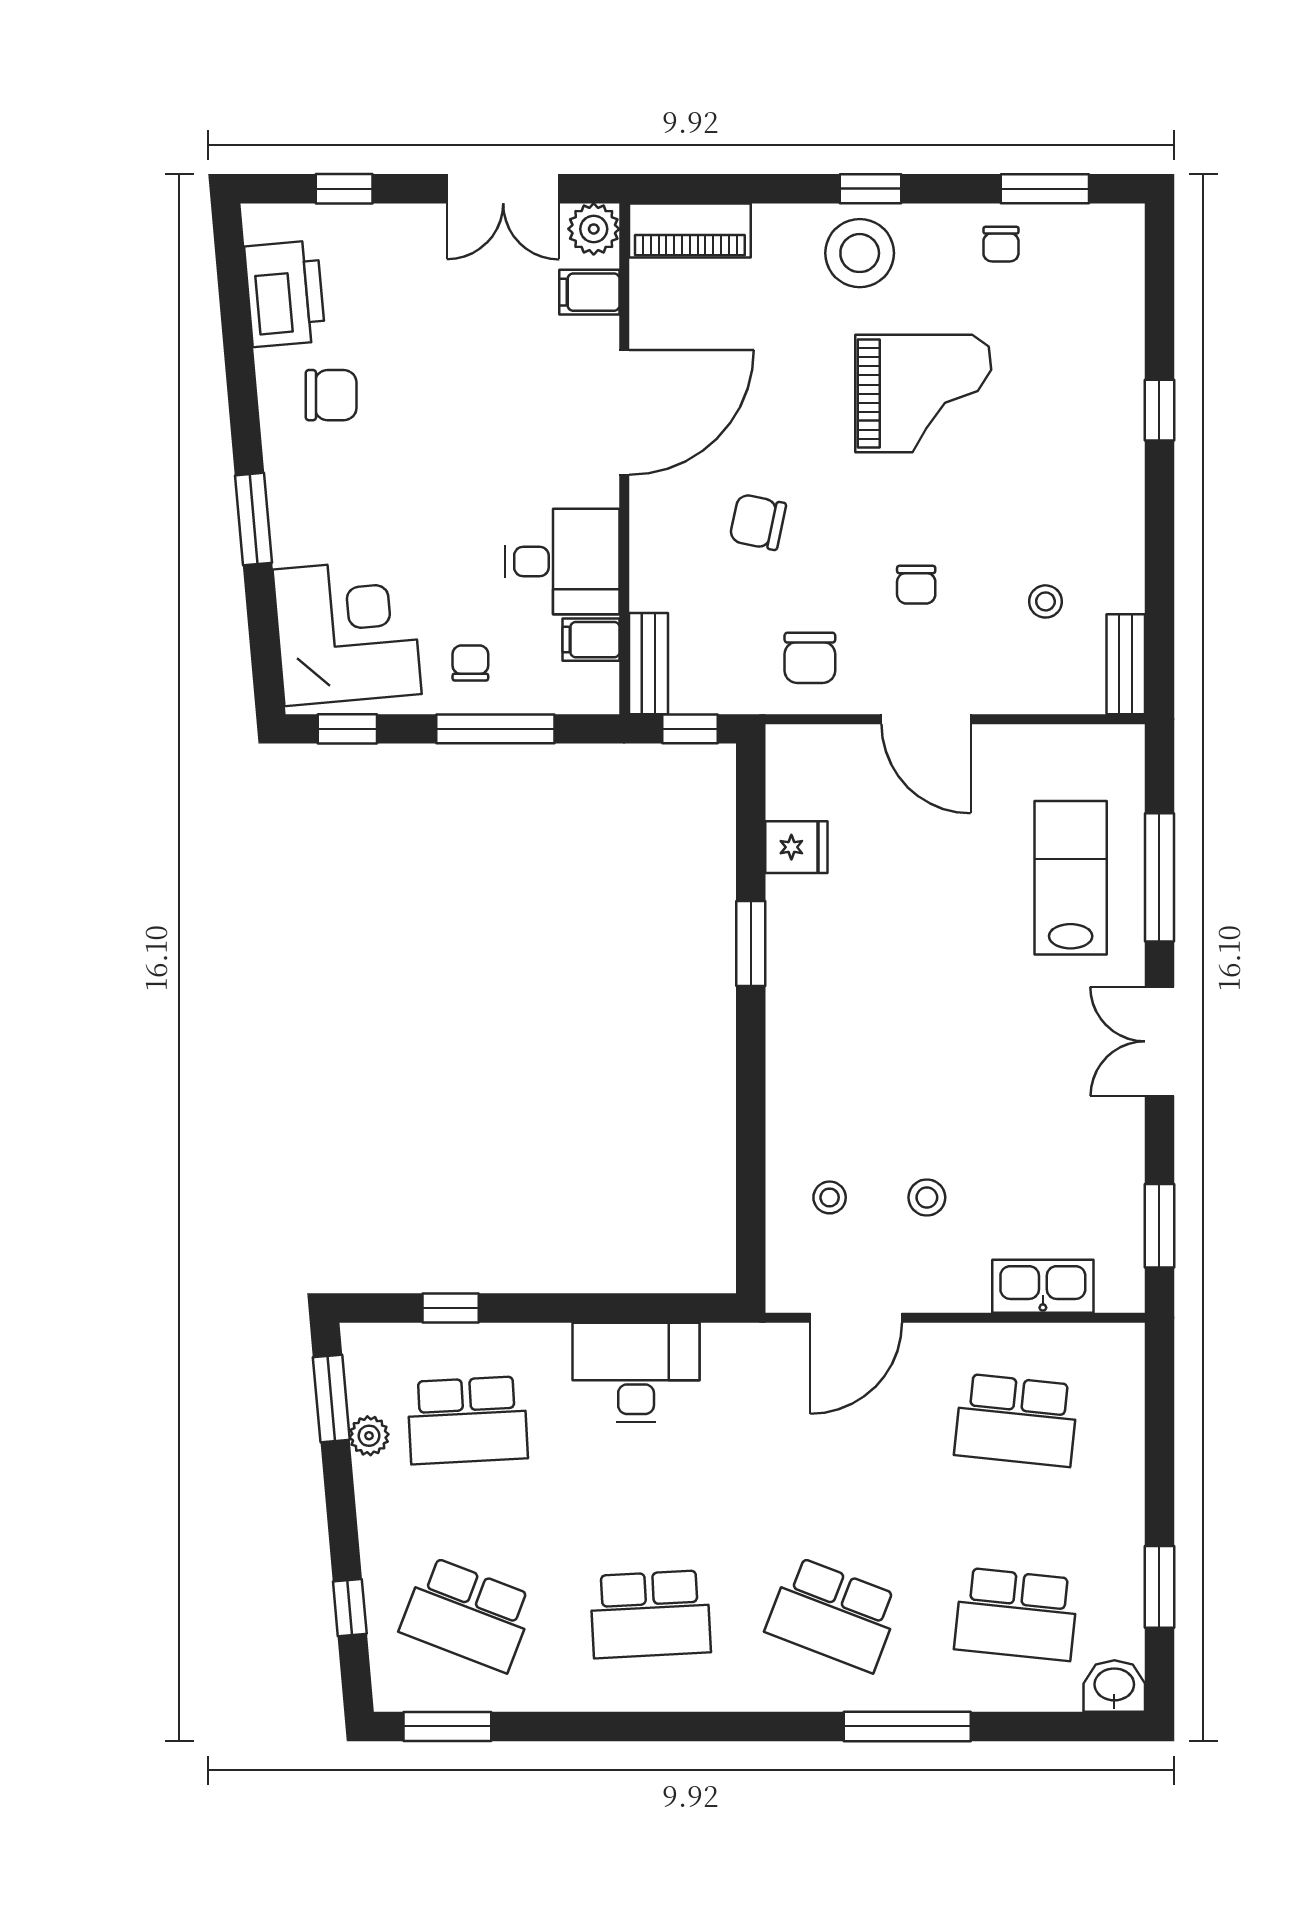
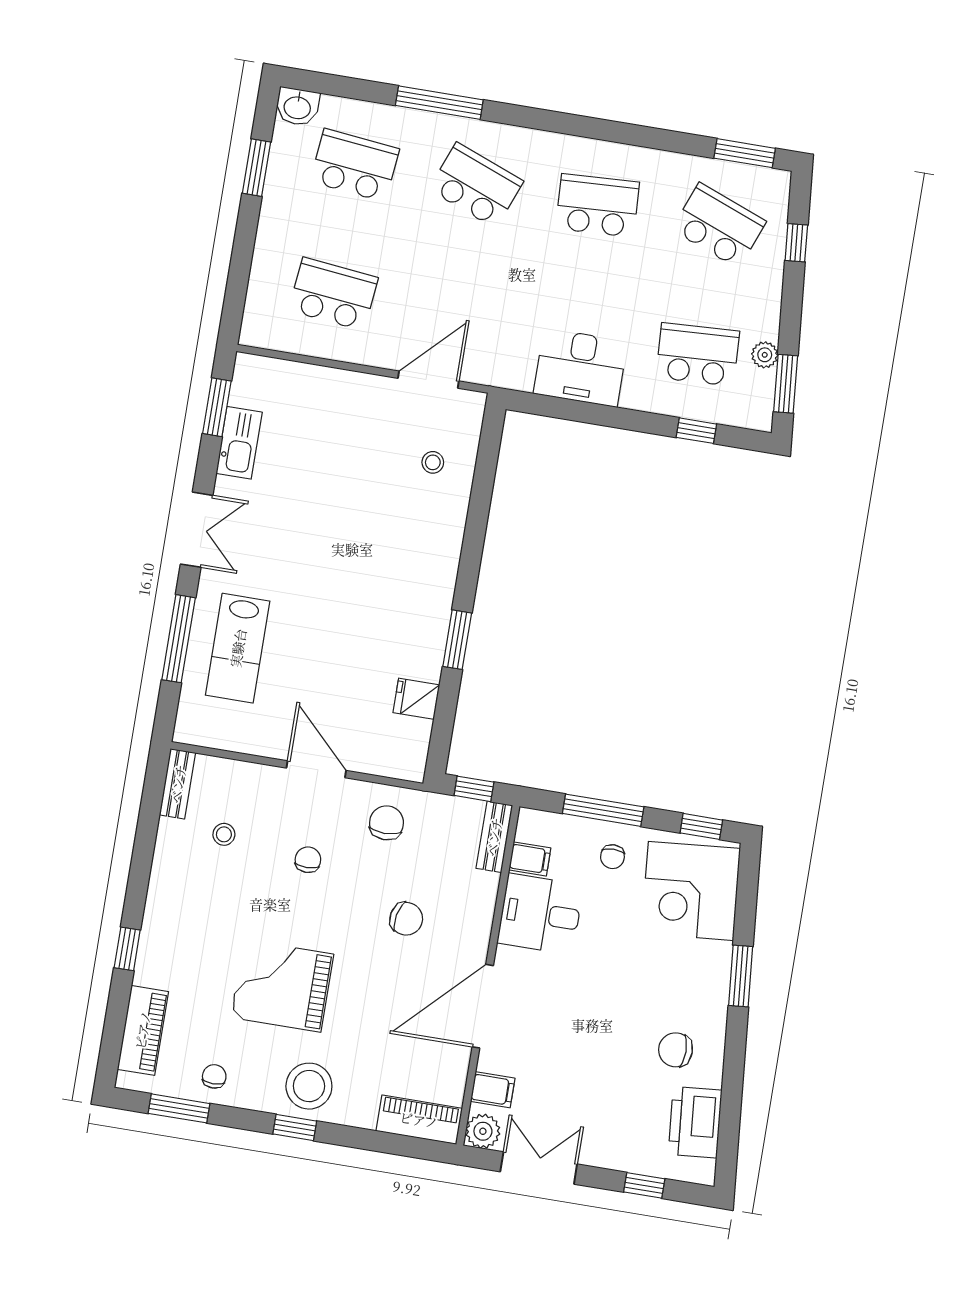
piano: (1117, 294) -> (143, 1030), added
stool: (927, 1197) -> (368, 452), removed
kitchen sink: (1043, 1286) -> (239, 443), moved, turned -90

